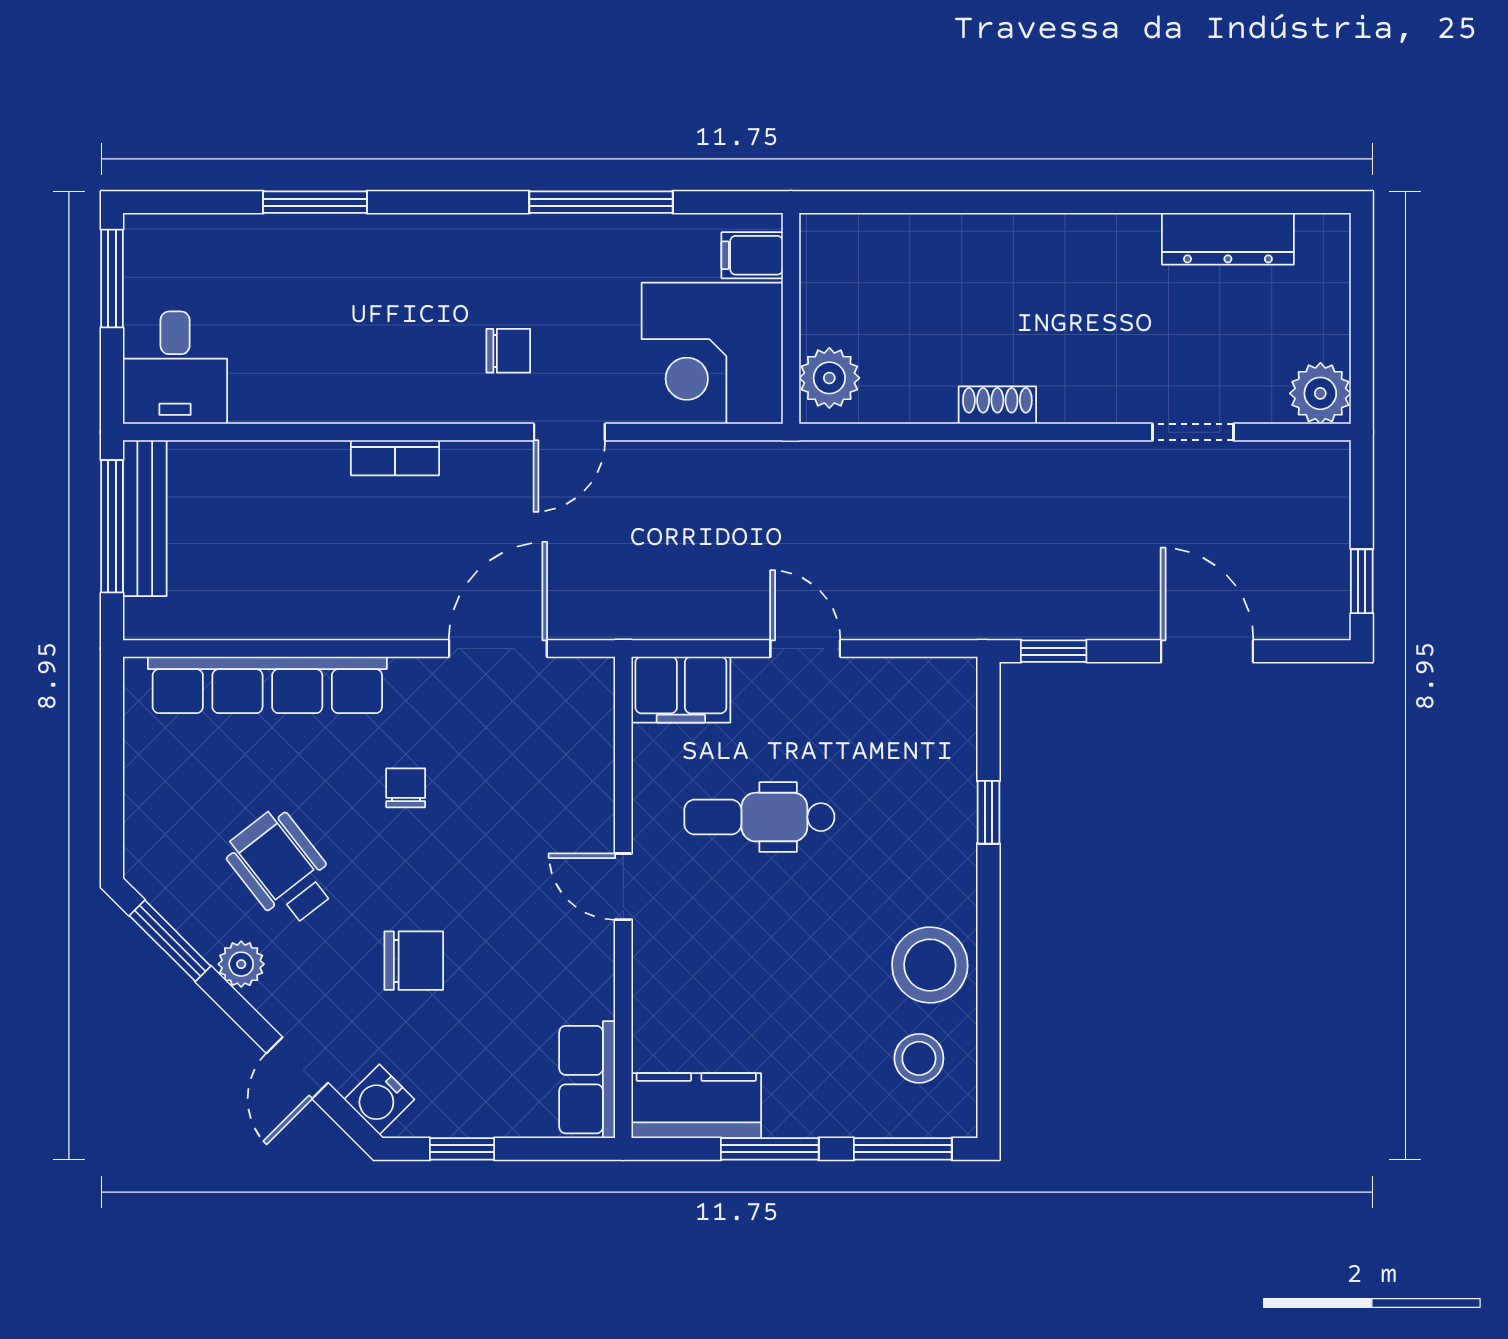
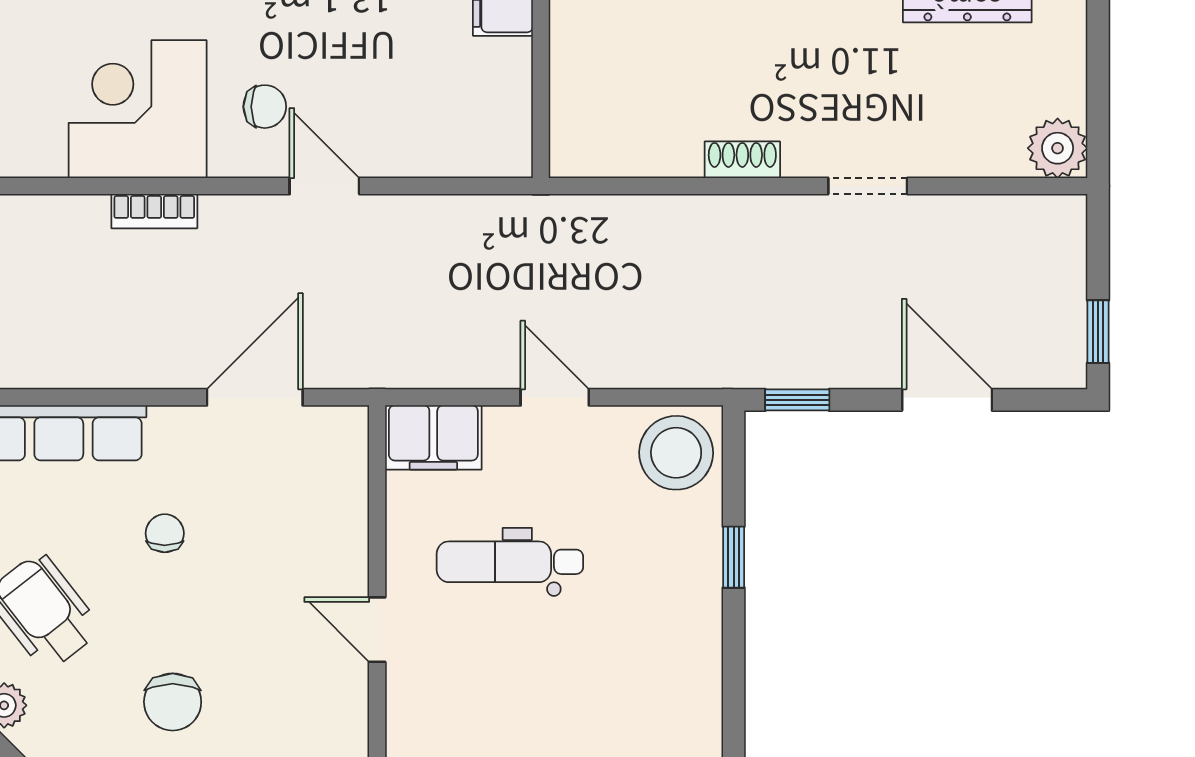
corner desk: (712, 353) -> (138, 109), moved, turned 90
plant: (829, 378) -> (578, 133), removed
door: (569, 432) -> (324, 186), swing flipped
doorway: (1193, 432) -> (868, 186), moved
chair: (414, 961) -> (173, 702), turned 90
stool: (930, 965) -> (676, 453), moved

